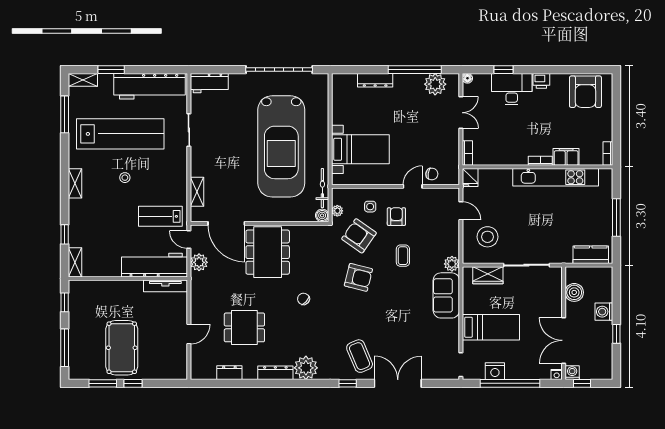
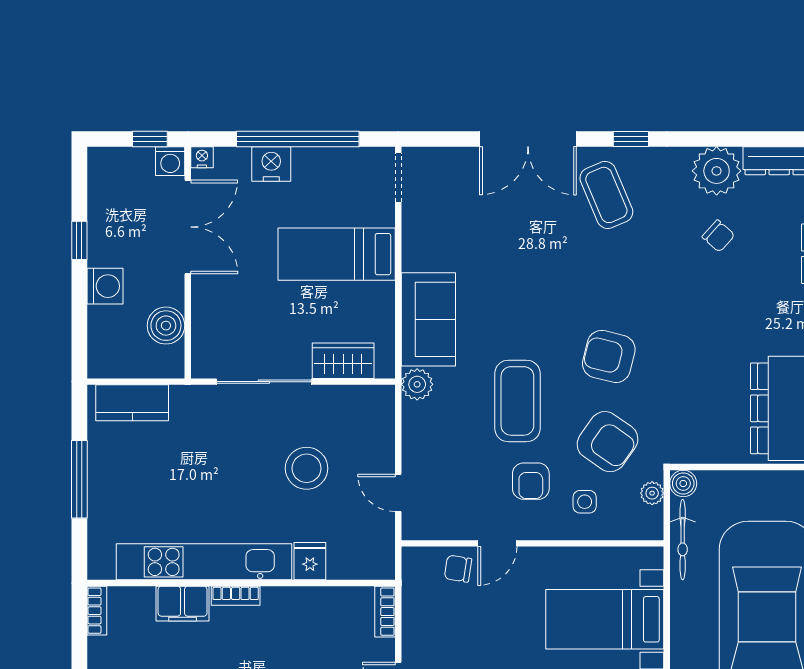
fridge: (470, 178) -> (310, 561), moved
stool: (488, 237) -> (307, 468), moved
coffee table: (403, 256) -> (517, 401), width x1.86, depth x1.72
chair: (304, 299) -> (718, 236), moved
nightstand: (495, 371) -> (271, 164), moved

